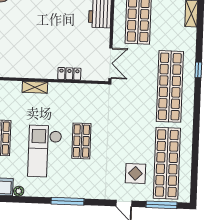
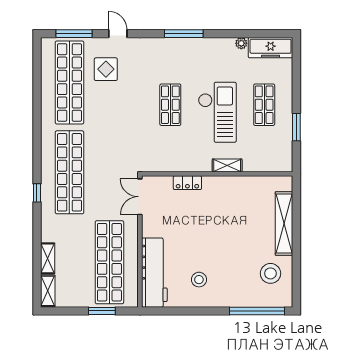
checkout: (45, 151) -> (217, 112), moved

